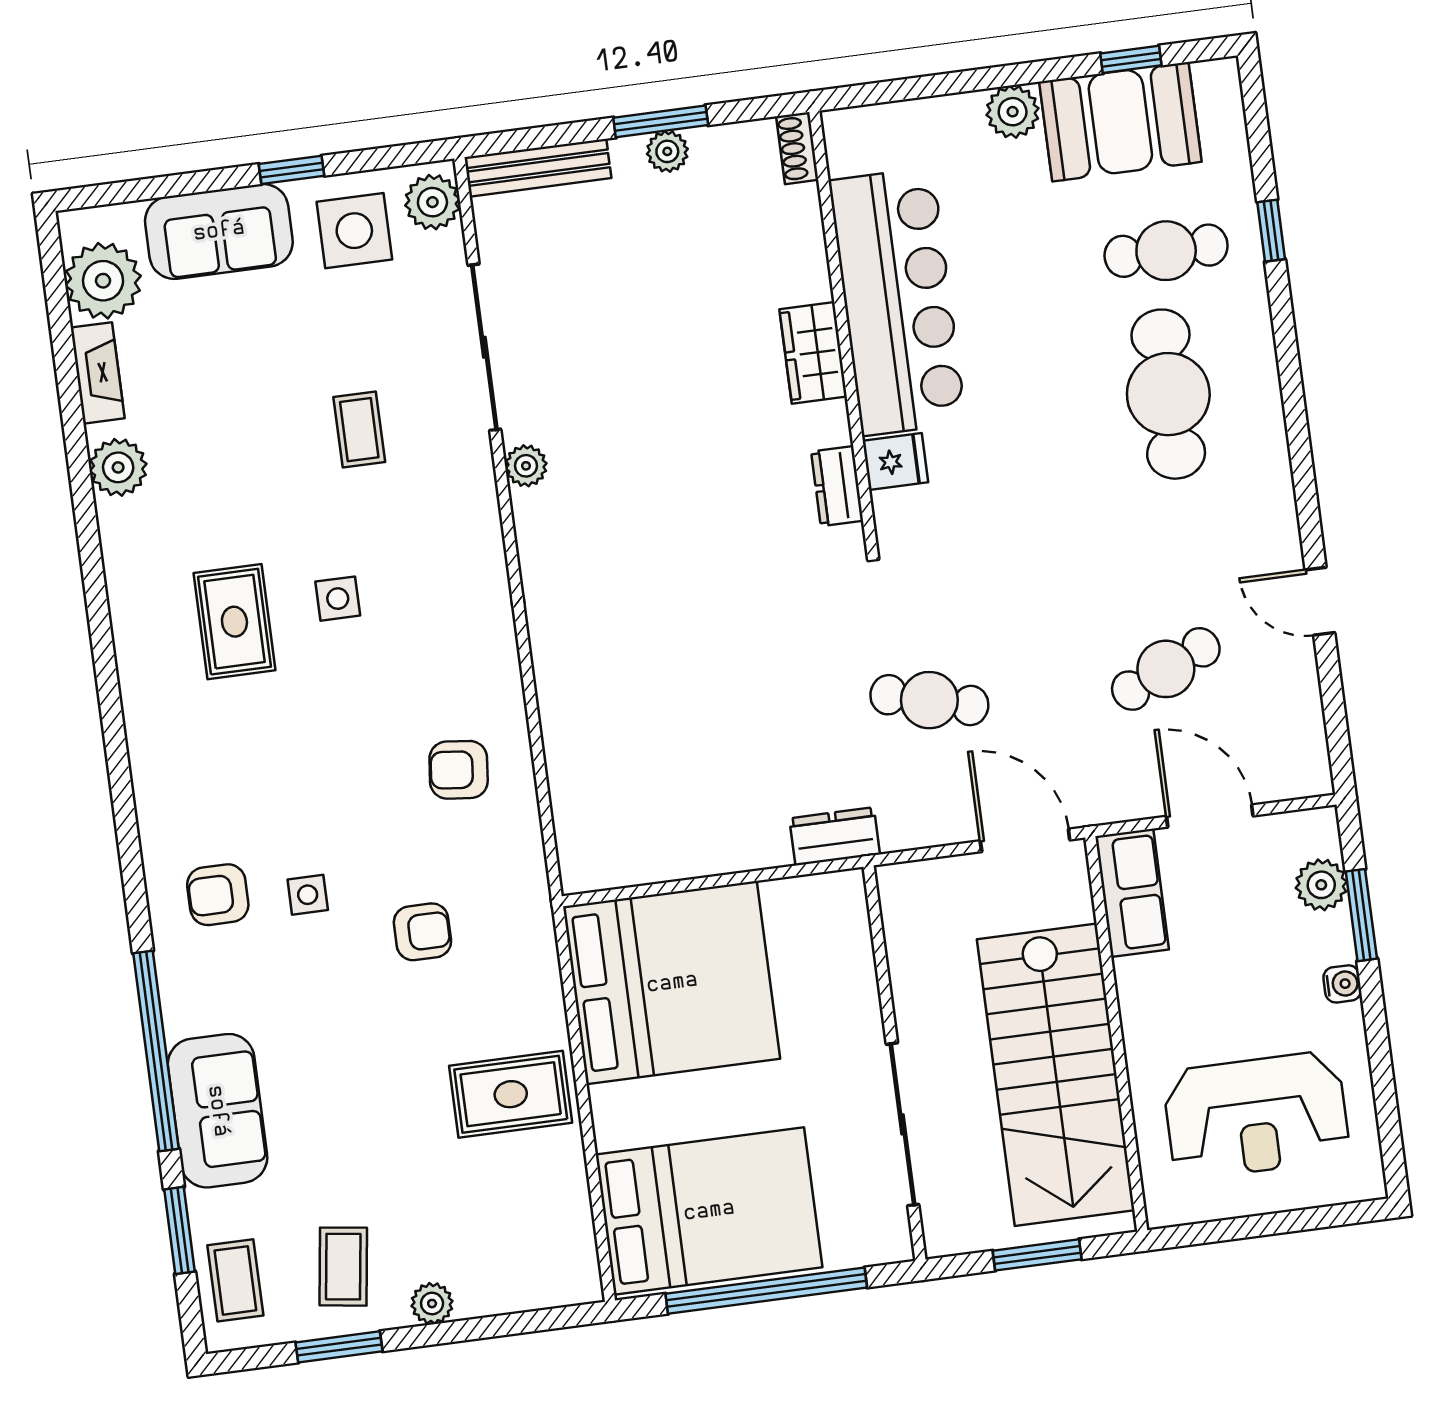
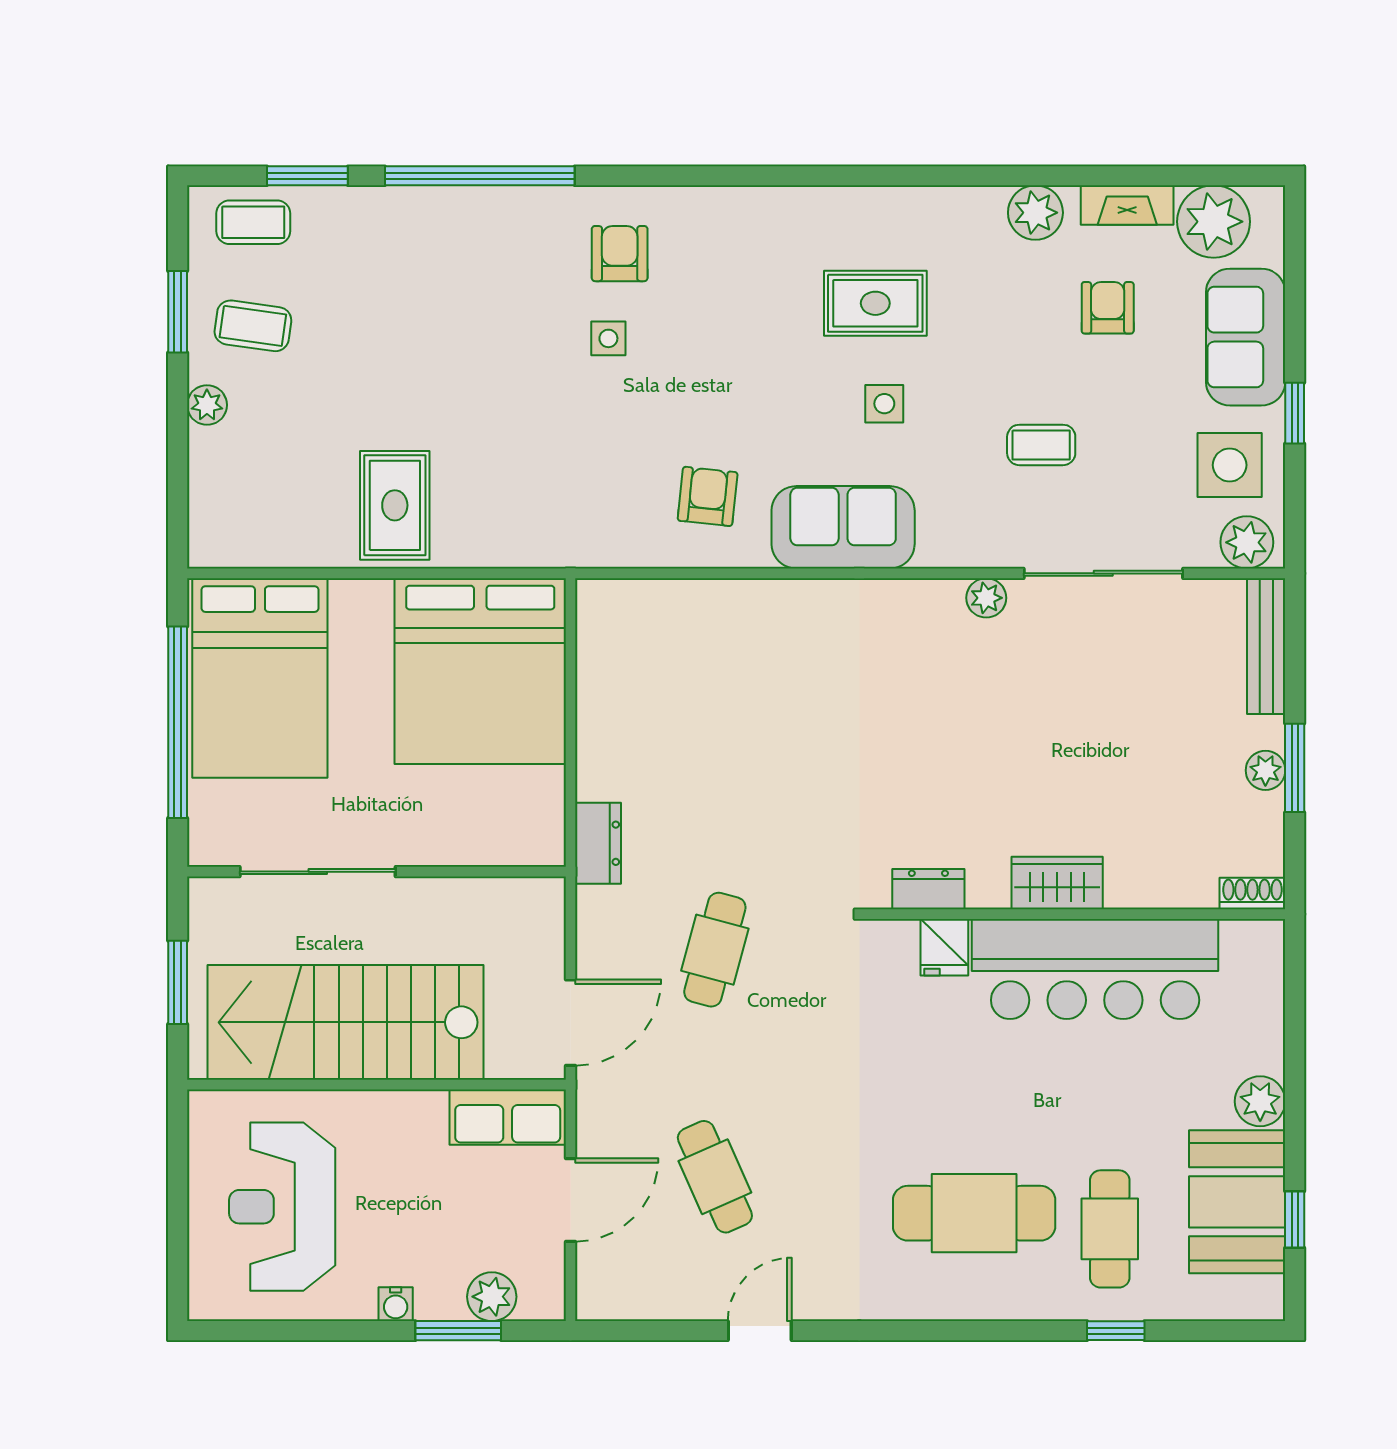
armchair: (422, 932) -> (1108, 308), moved, turned 180
sofa: (218, 1111) -> (843, 527), moved, turned 180

